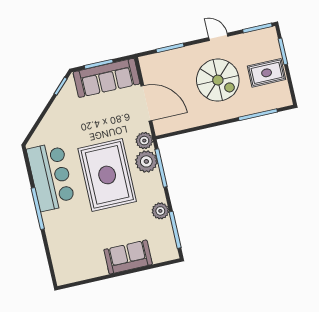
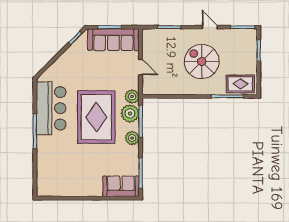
rug: (267, 73) -> (240, 84), moved
spiral stairs: (218, 80) -> (202, 62), turned 180
door: (146, 103) -> (141, 67), width x0.53
plant: (160, 211) -> (132, 138), moved
sofa: (128, 257) -> (121, 186), moved

